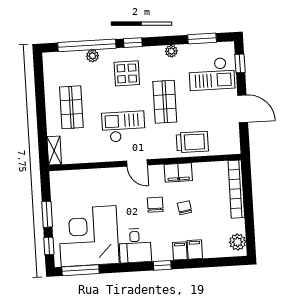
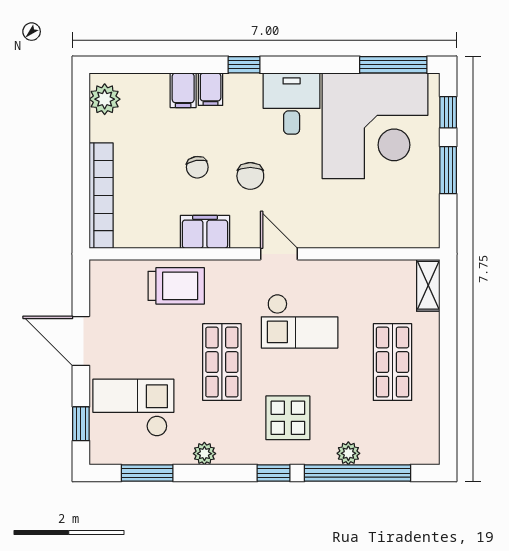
trolley: (192, 142) -> (176, 286), turned 180

